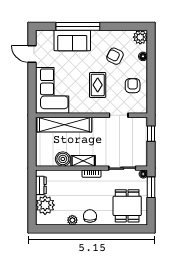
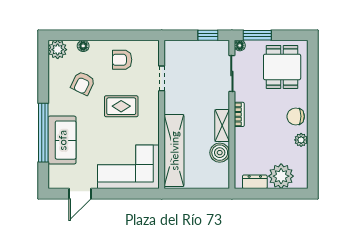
window: (151, 134) -> (208, 35), moved
dining table: (127, 206) -> (282, 67), turned 90

